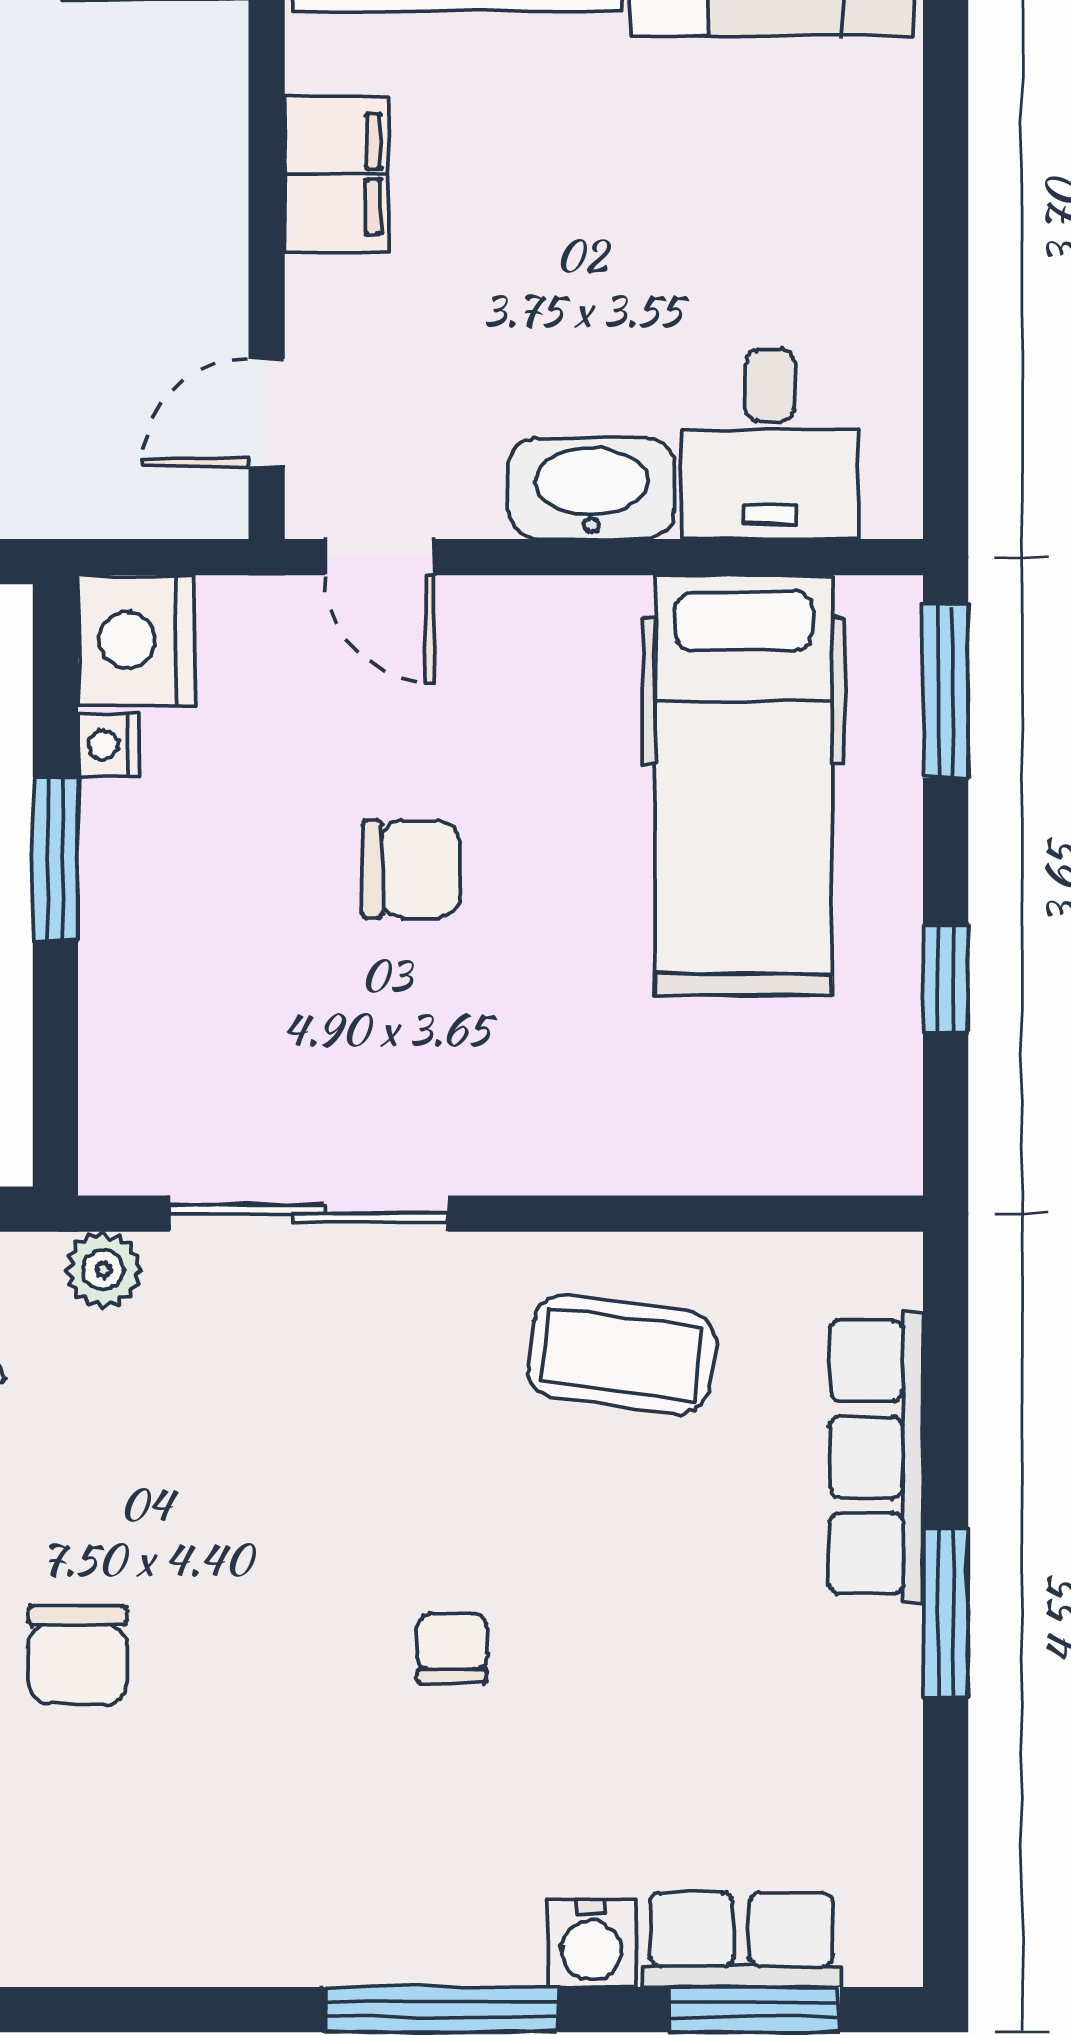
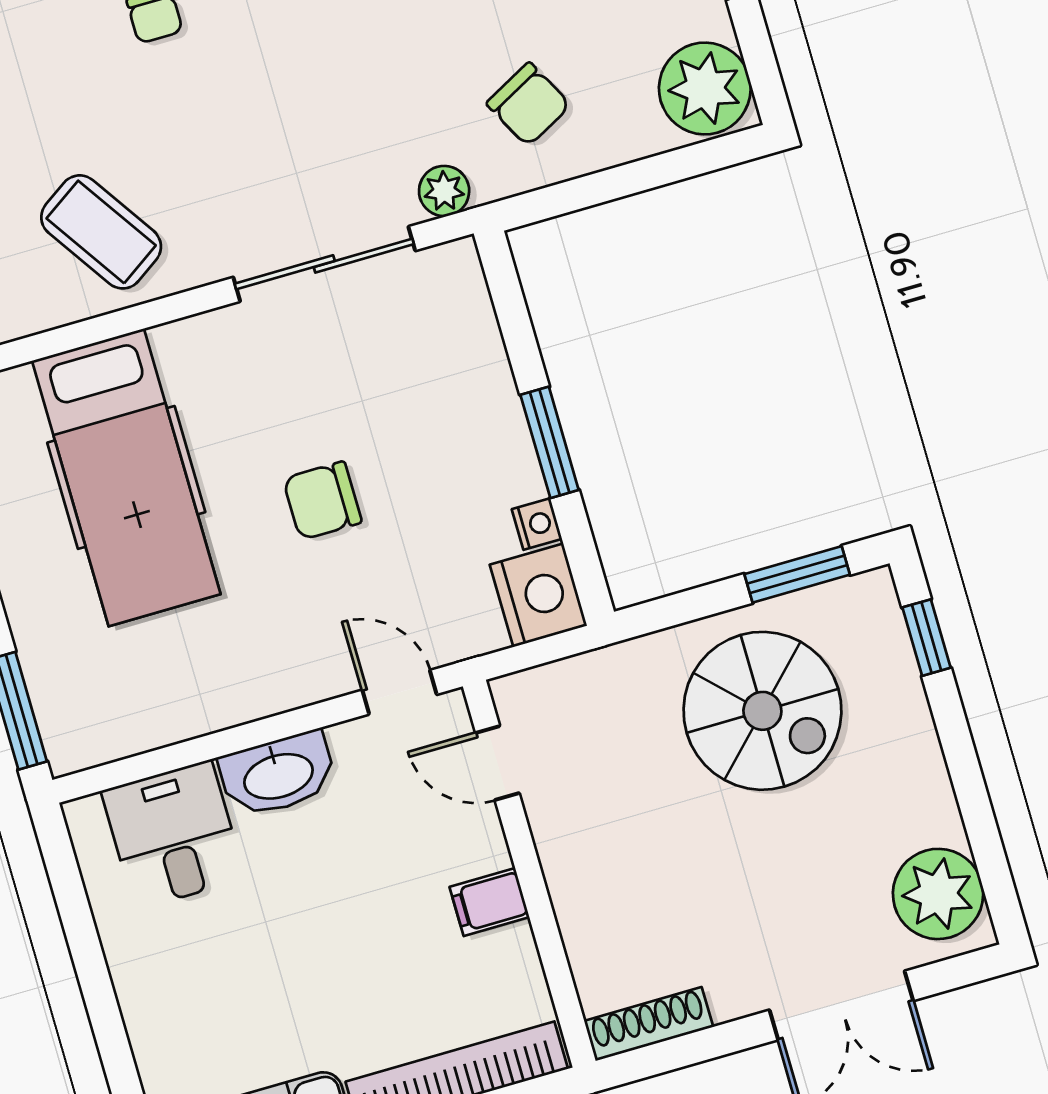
filing cabinet: (337, 174) -> (489, 902), width x0.50
door: (267, 413) -> (497, 763), swing flipped
hospital bed: (744, 785) -> (126, 477), moved, turned 180
coffee table: (621, 1354) -> (101, 232), turned 49

